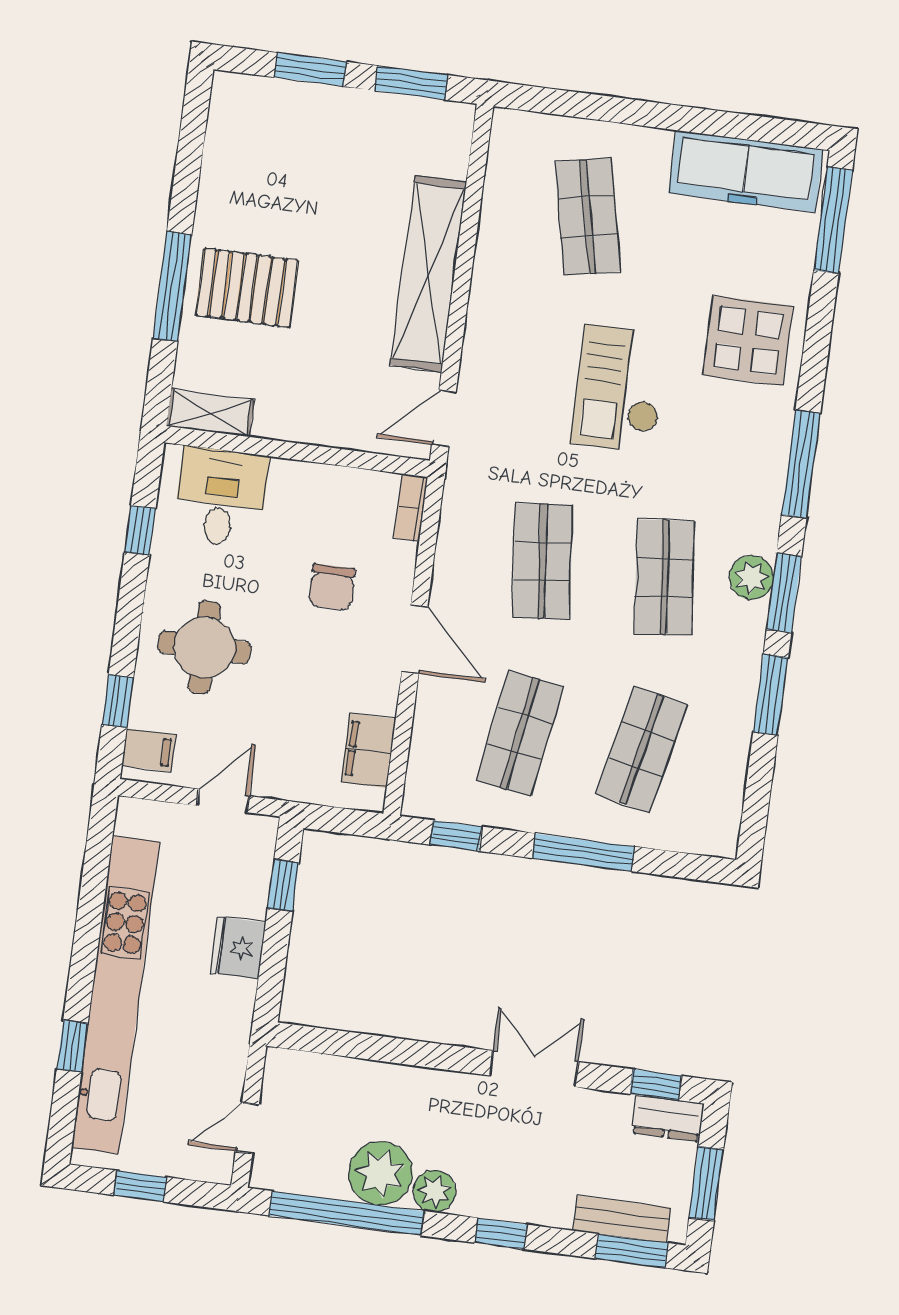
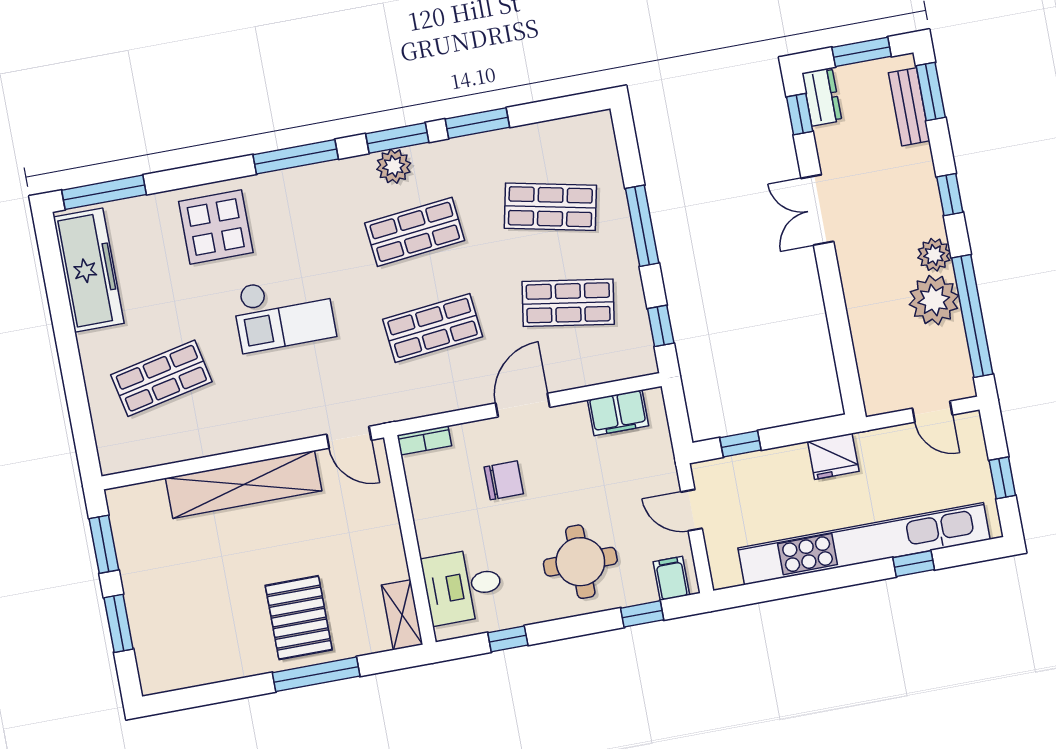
fridge: (238, 948) -> (833, 456), moved

